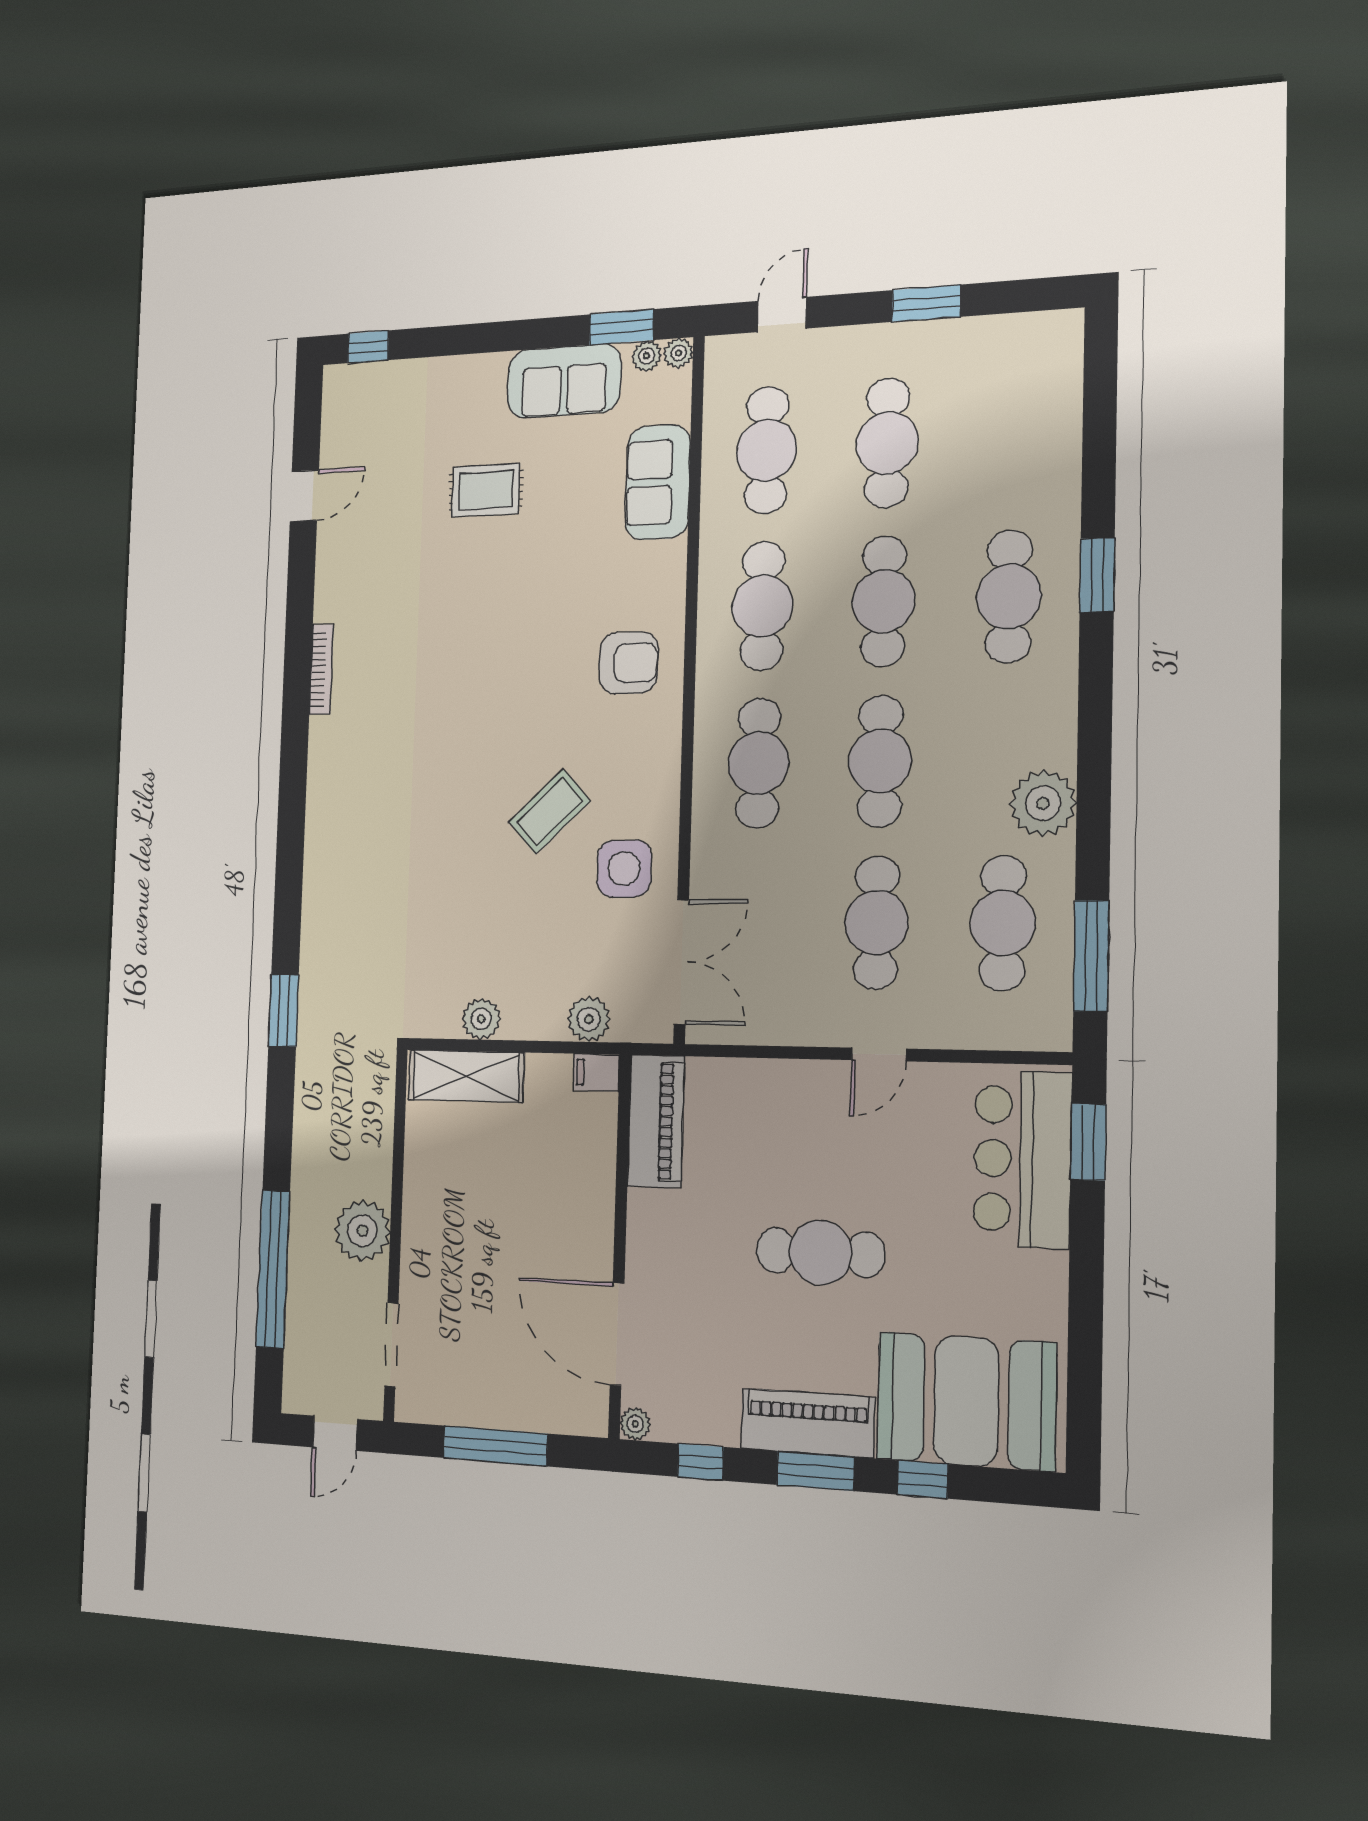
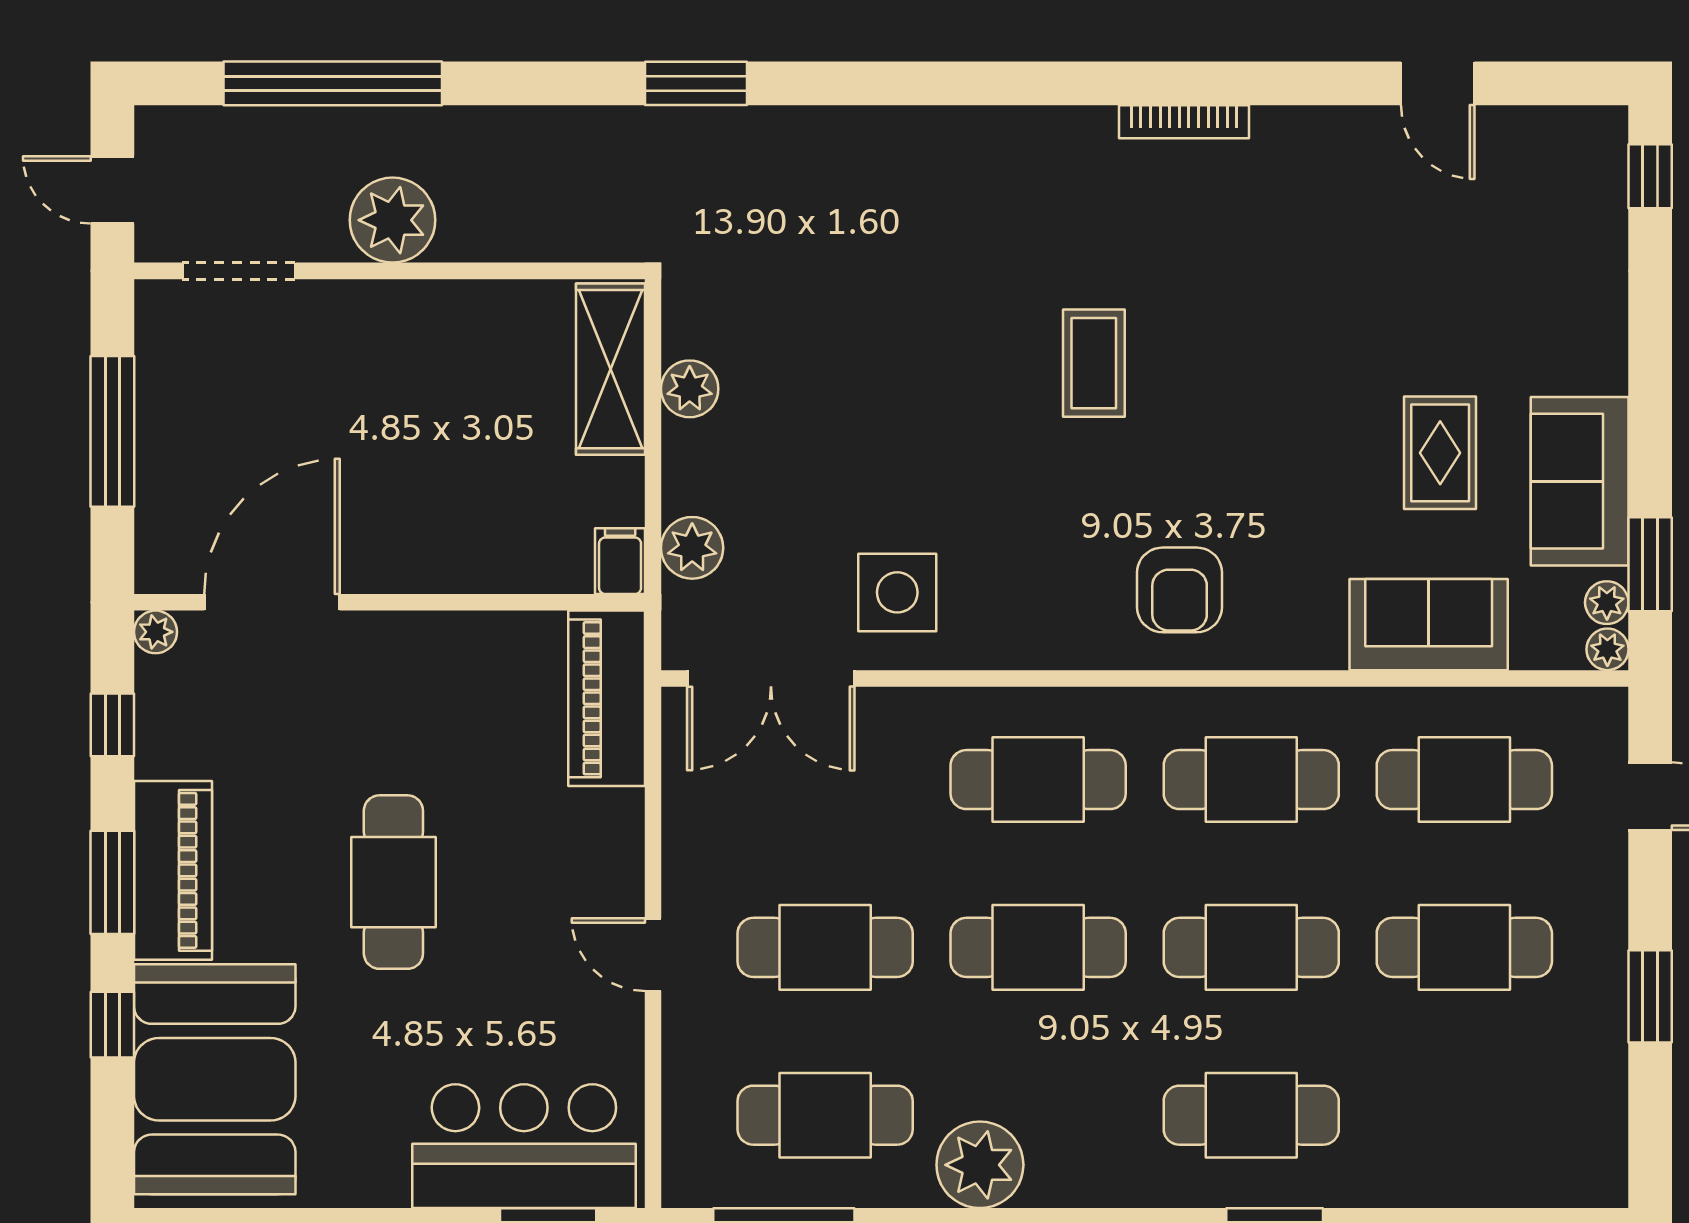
rug: (486, 490) -> (1440, 453), moved
coffee table: (549, 812) -> (1094, 363), moved, turned 43
piano: (656, 1121) -> (607, 698), moved, turned 90

